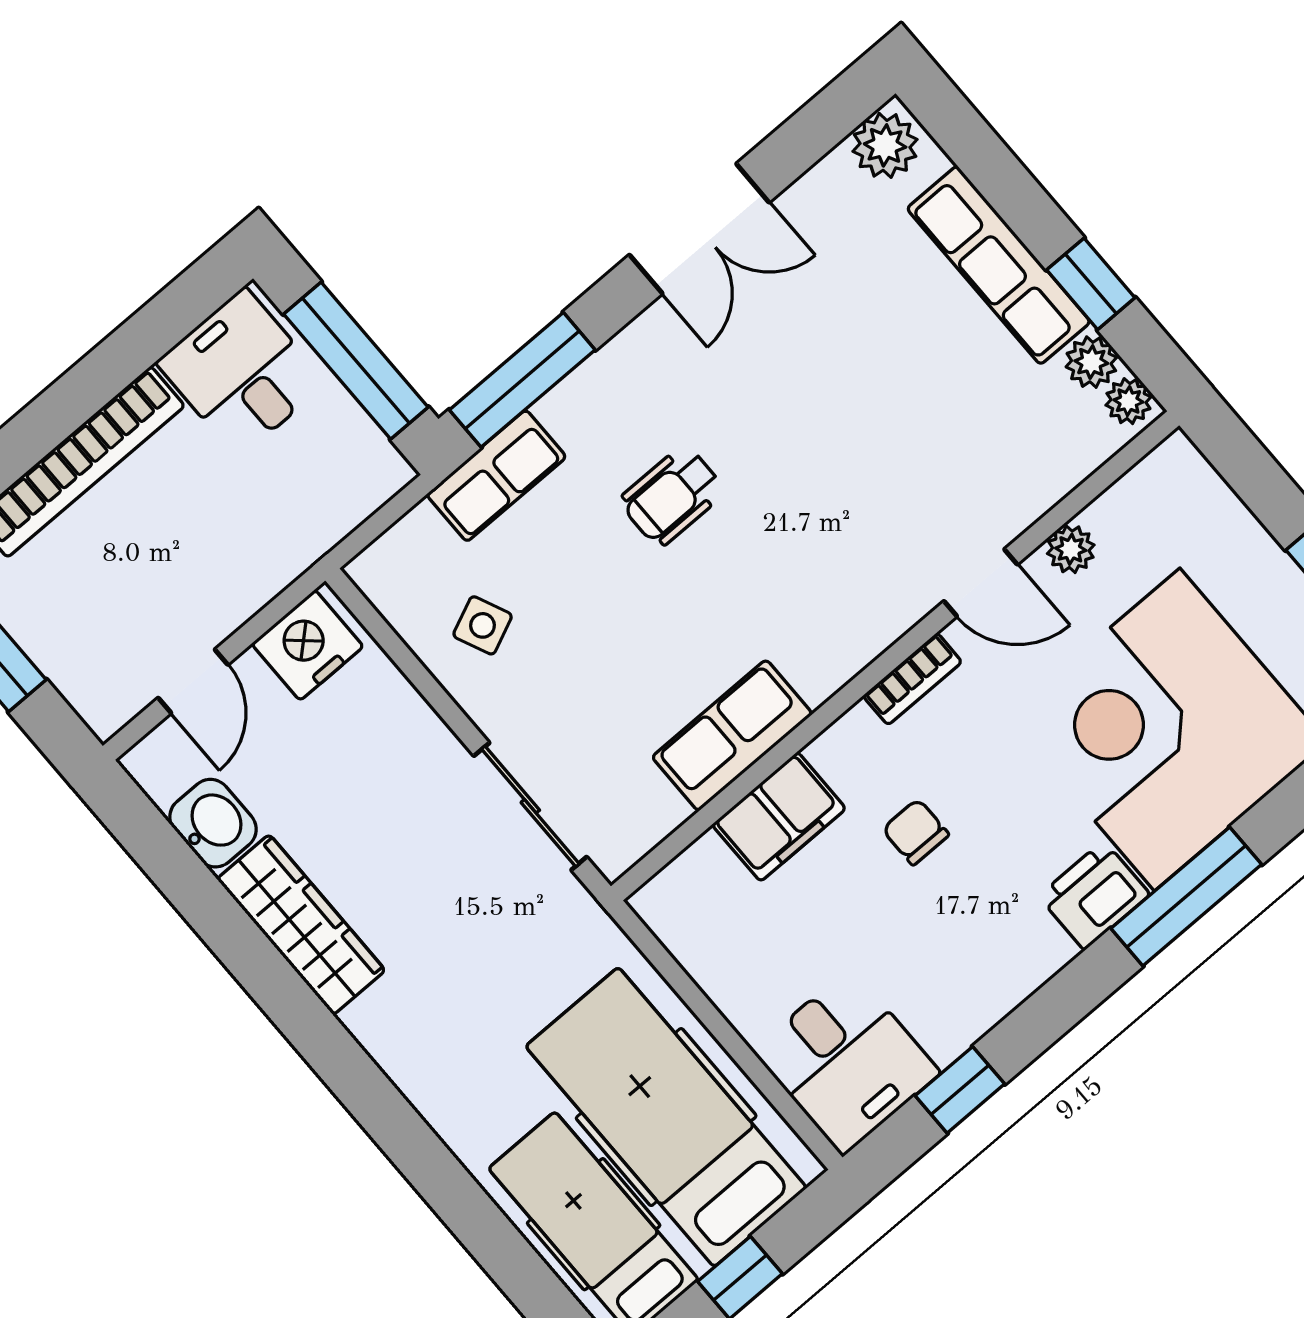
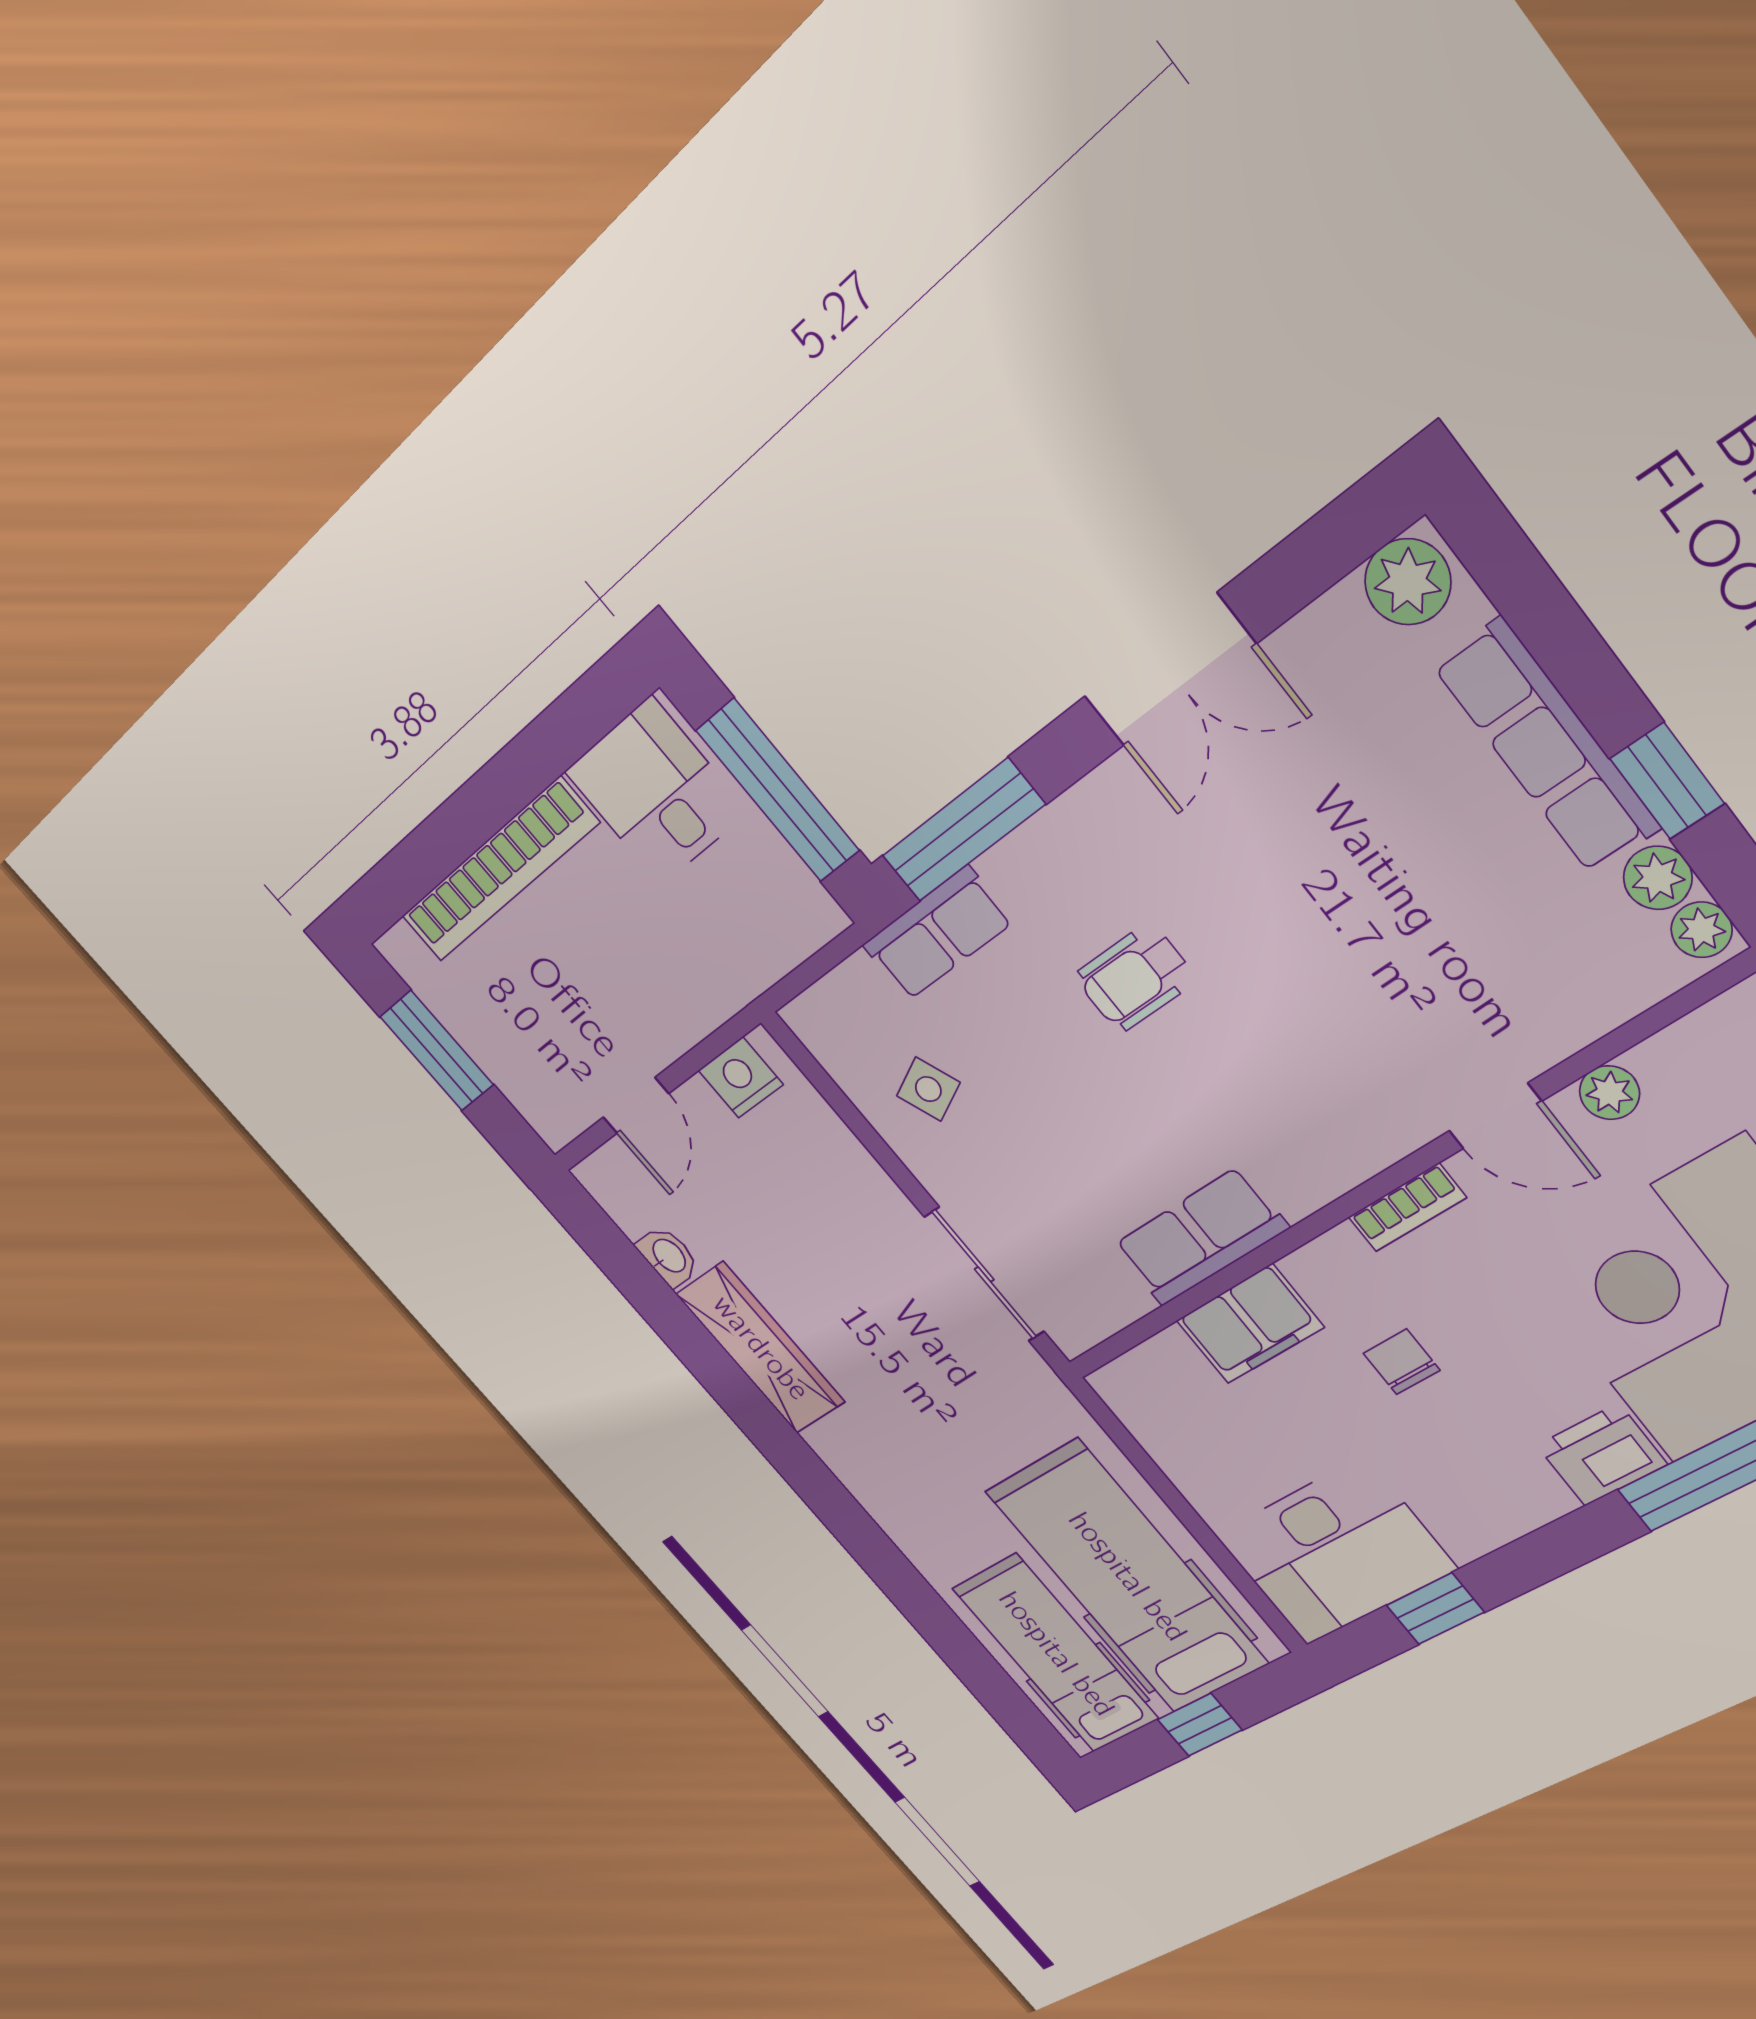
nightstand: (307, 645) -> (741, 1077), width x0.74, depth x0.75
washbasin: (213, 823) -> (668, 1256), width x0.72, depth x0.69
desk: (846, 1062) -> (1335, 1552), width x1.37

